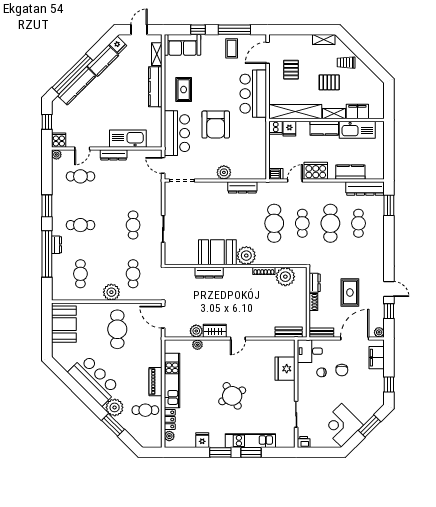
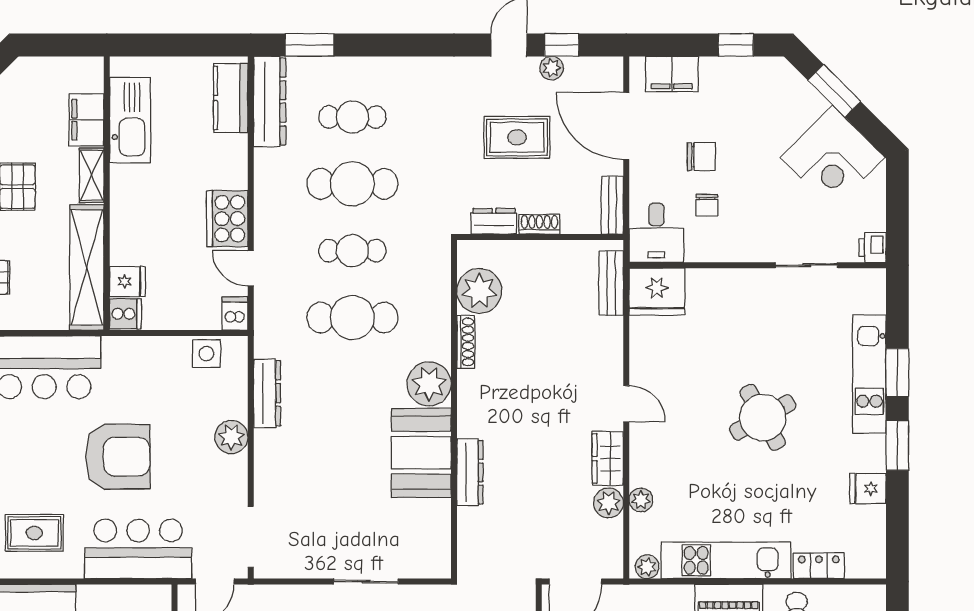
kitchen counter: (324, 128) -> (126, 199), removed
side table: (259, 162) -> (206, 354), added
kitchen counter: (350, 172) -> (231, 98), moved
plant: (379, 332) -> (552, 68), moved
fridge: (285, 369) -> (657, 292), moved
plant: (169, 436) -> (647, 567), moved

